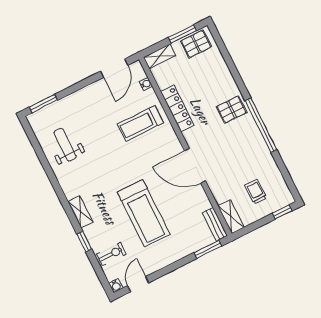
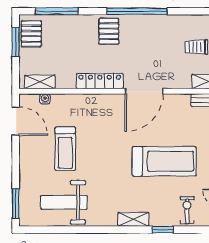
shelving: (160, 56) -> (40, 82), moved, turned 90
window: (226, 56) -> (57, 11), added
locker: (177, 108) -> (100, 81), moved
treadmill: (140, 123) -> (65, 149), moved
weight bench: (65, 145) -> (64, 202), width x1.36, depth x1.33

